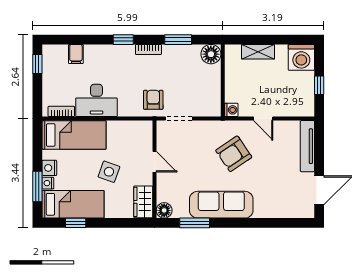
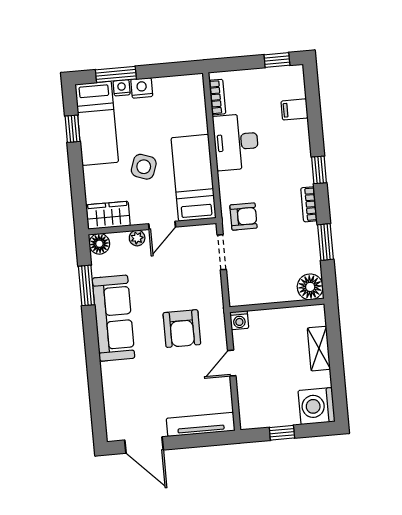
bed: (74, 135) -> (194, 178), moved, turned 180
armchair: (234, 154) -> (182, 329), turned -146
plant: (162, 182) -> (137, 238), added

